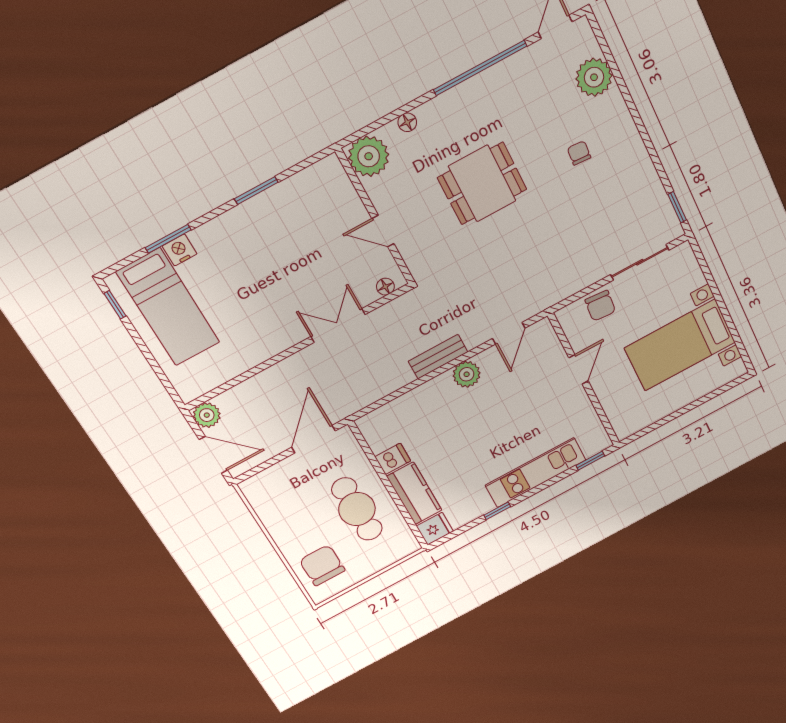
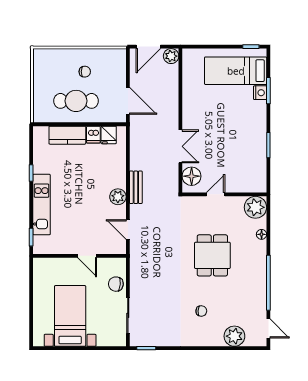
floor lamp: (385, 287) -> (192, 176), width x1.89, depth x1.89
fridge: (435, 529) -> (109, 135), moved
chair: (322, 565) -> (85, 72), moved, width x0.54, depth x0.54

